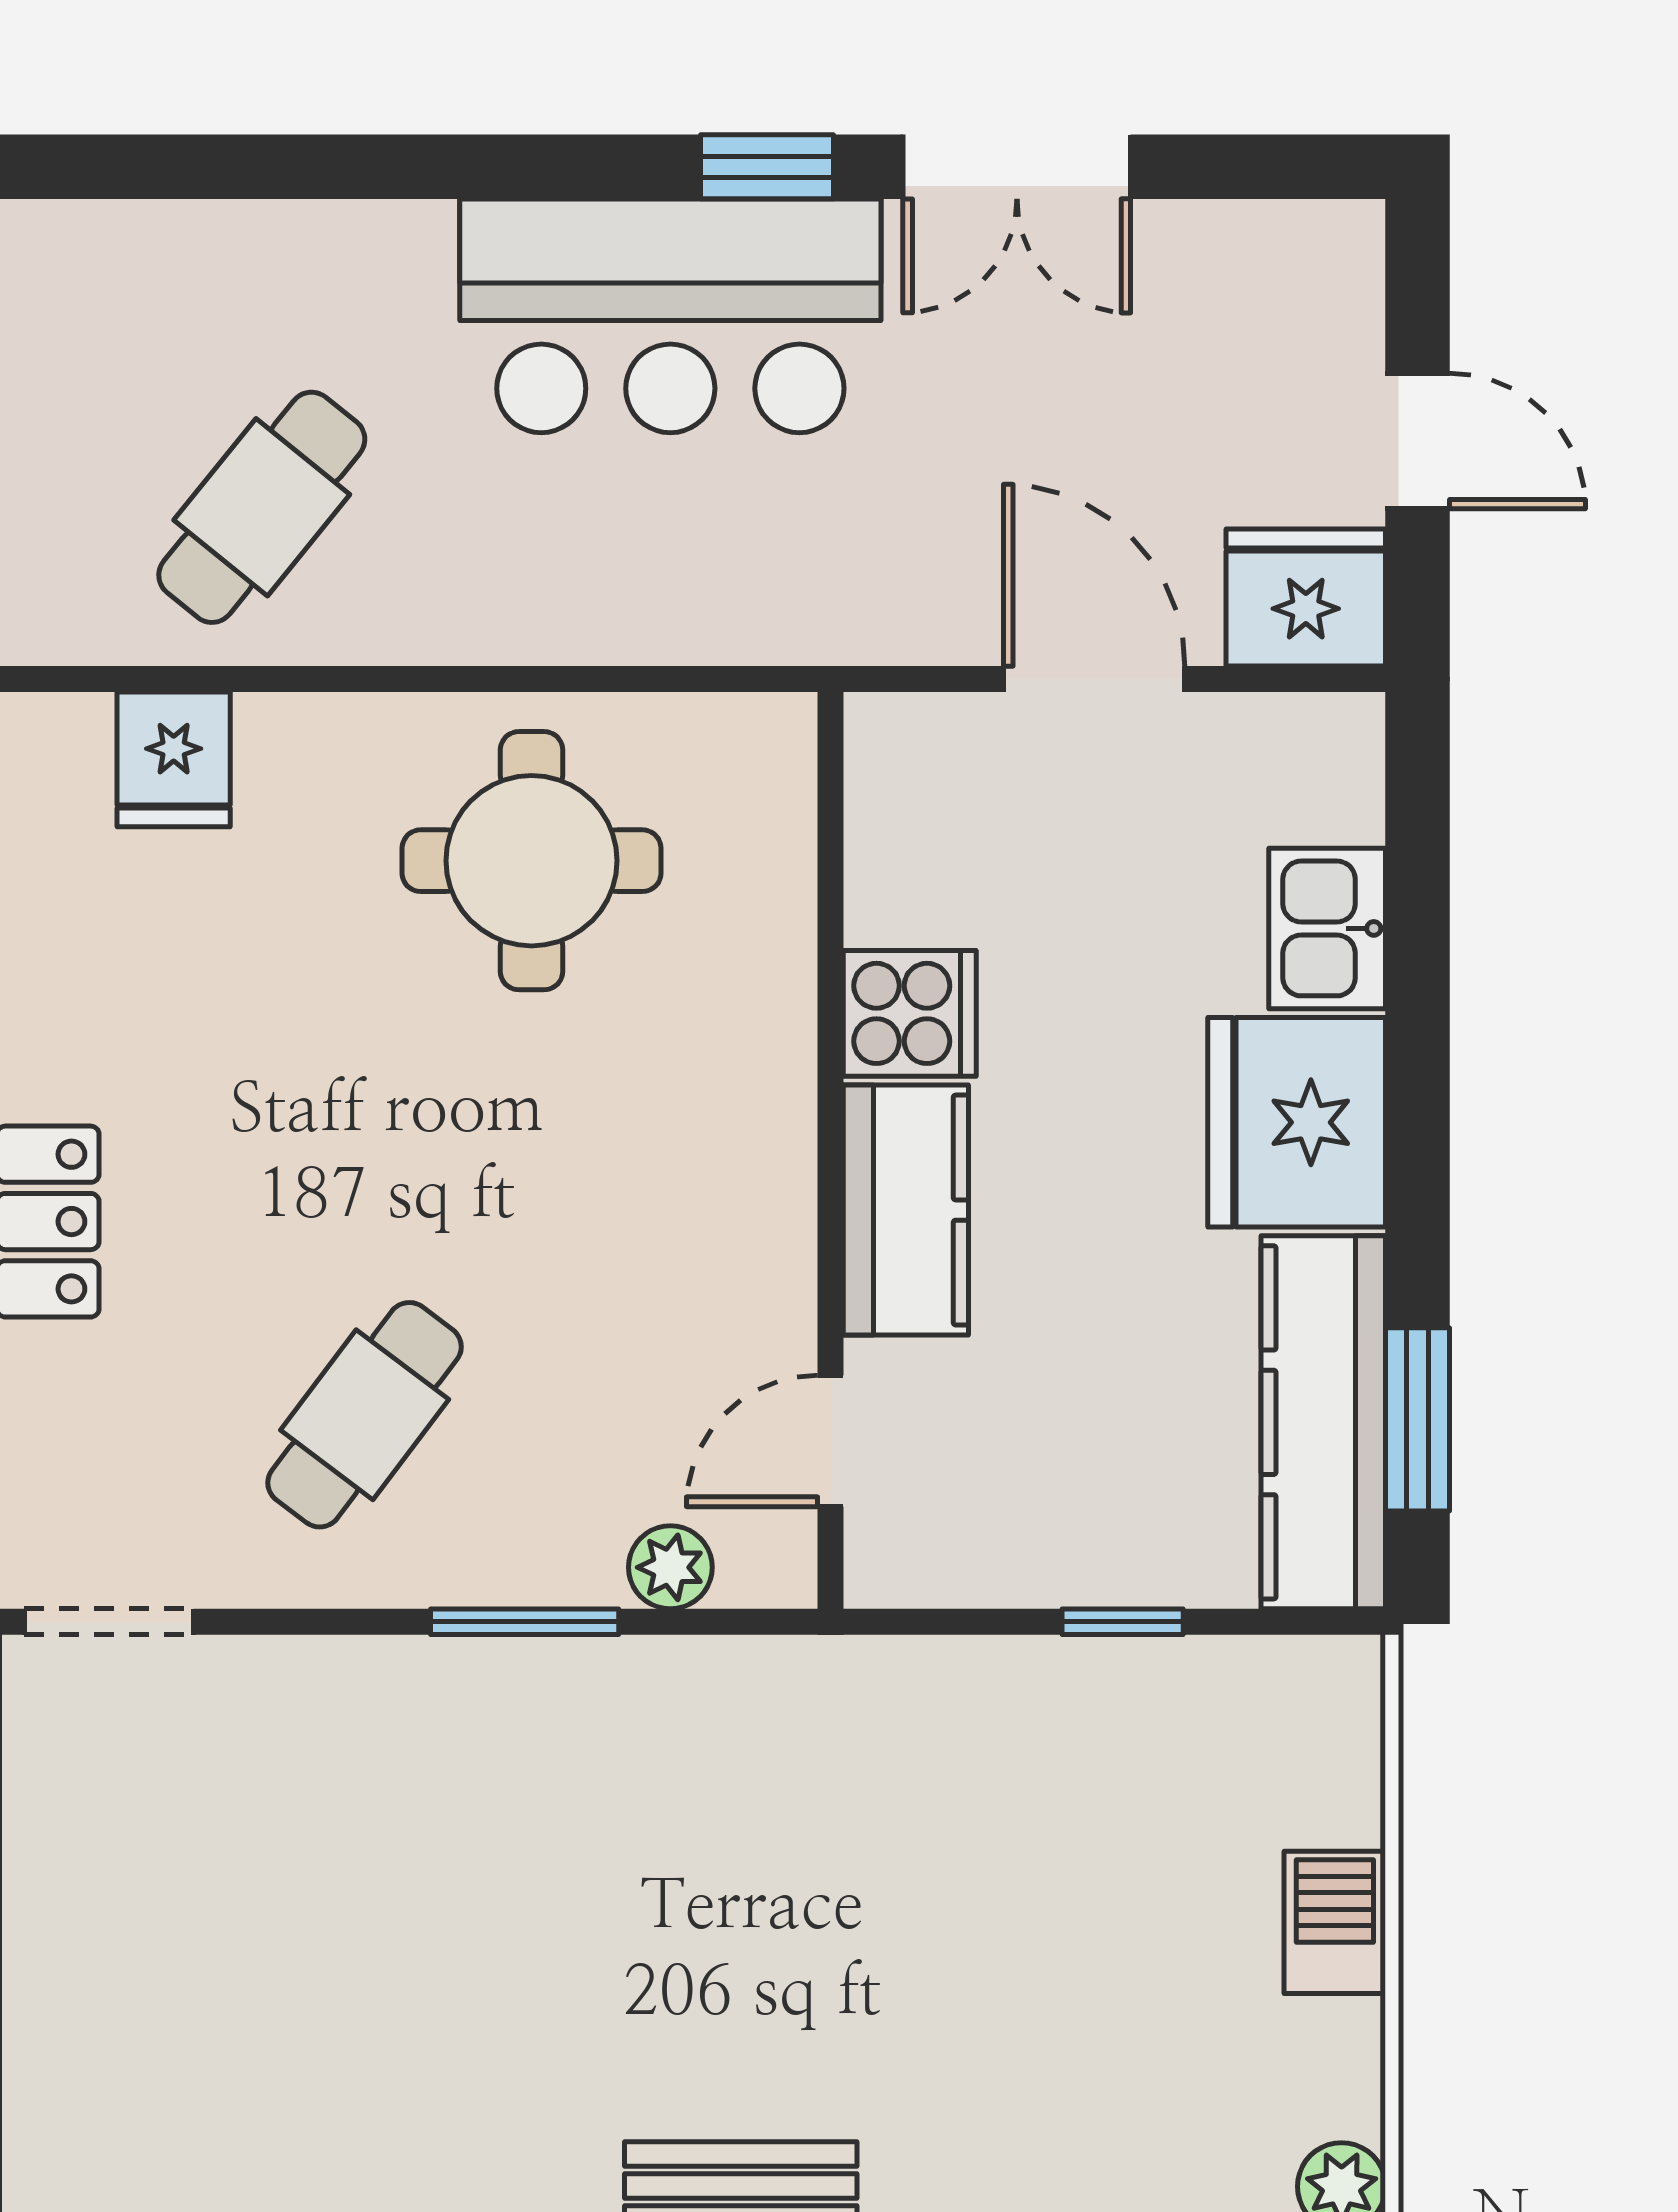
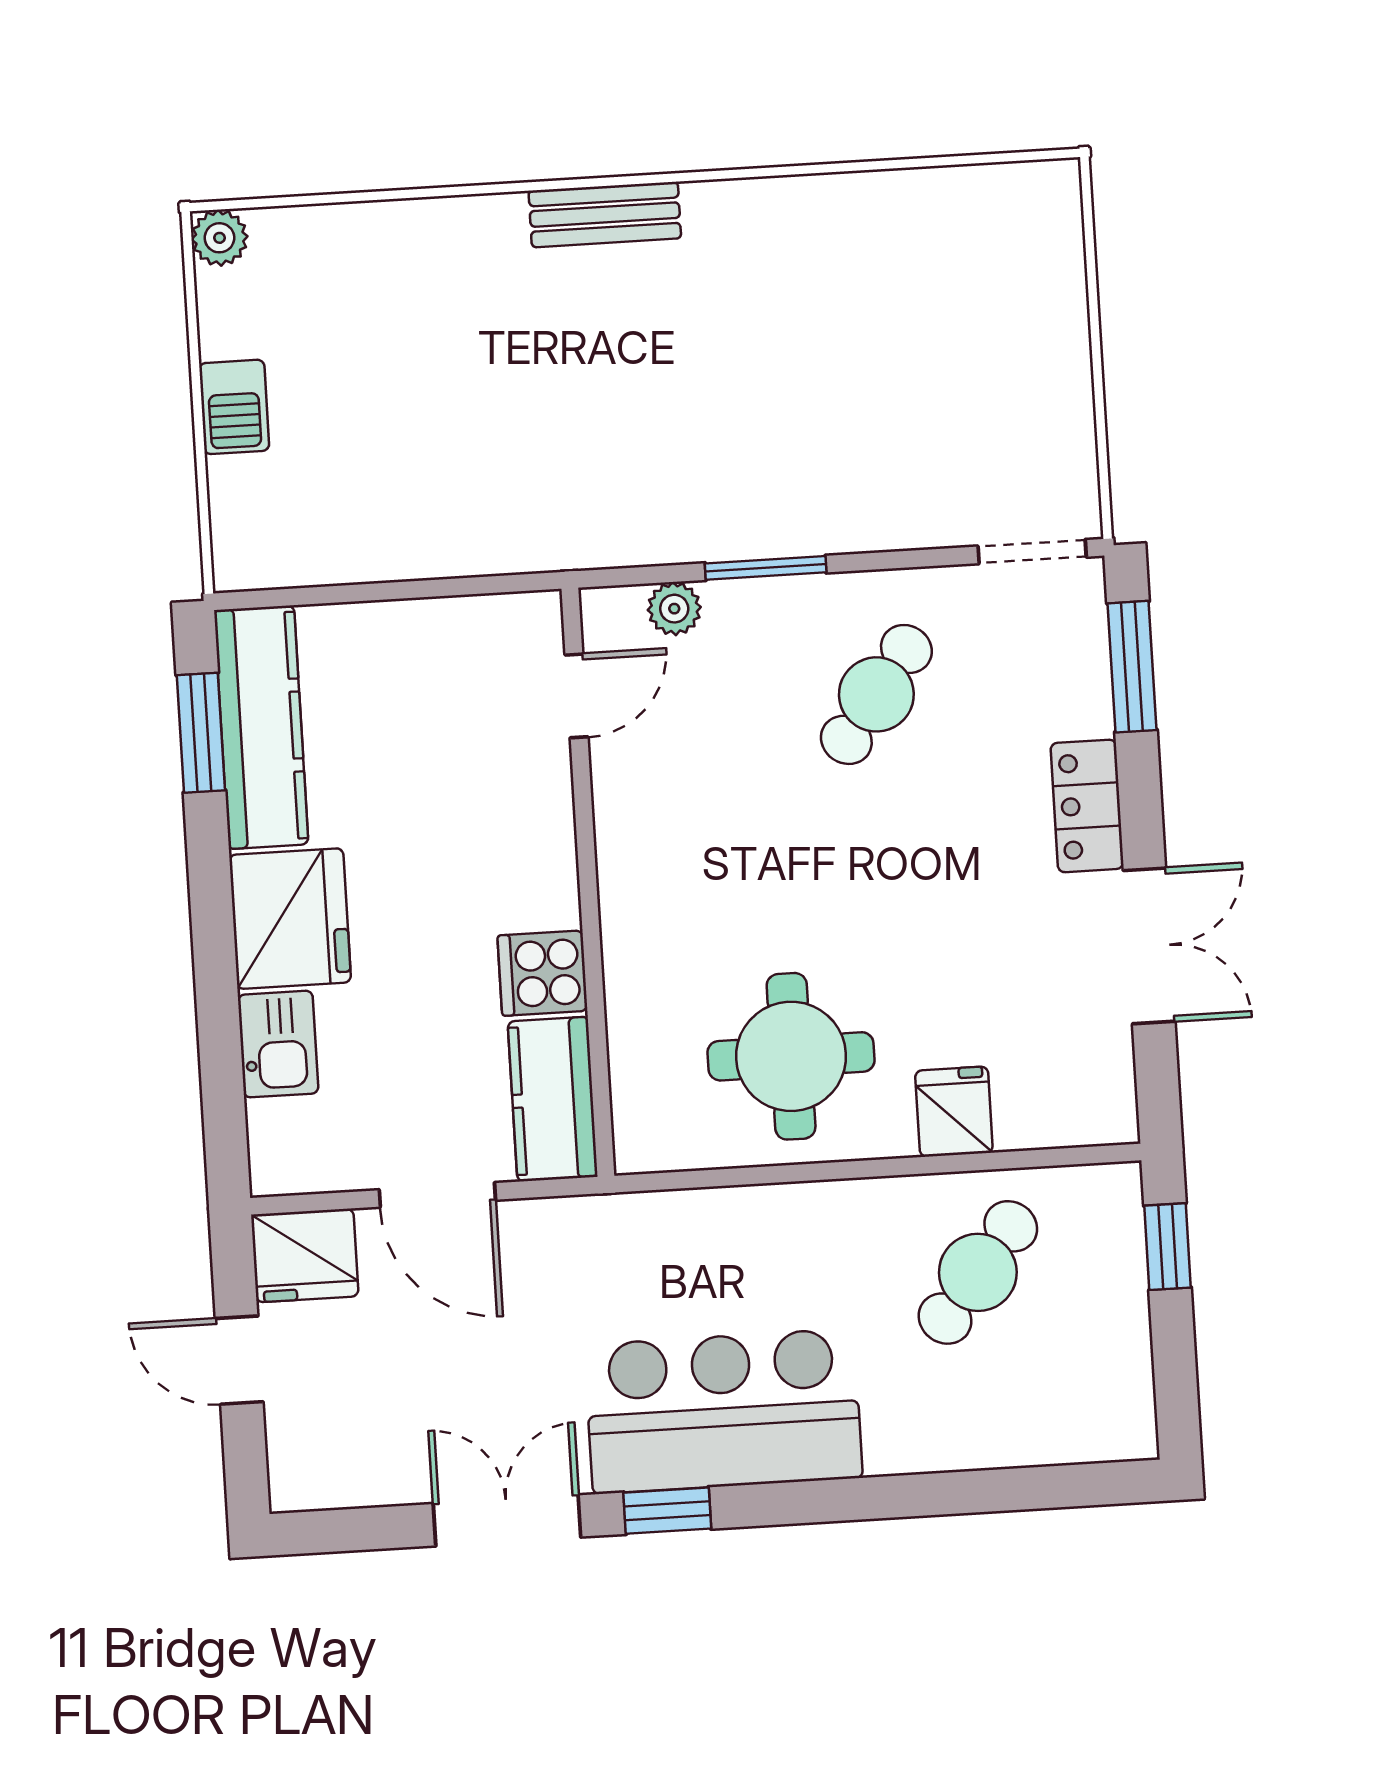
fridge: (174, 759) -> (954, 1112), moved
kitchen counter: (906, 1210) -> (553, 1099), moved
window: (1123, 1622) -> (382, 591), removed

